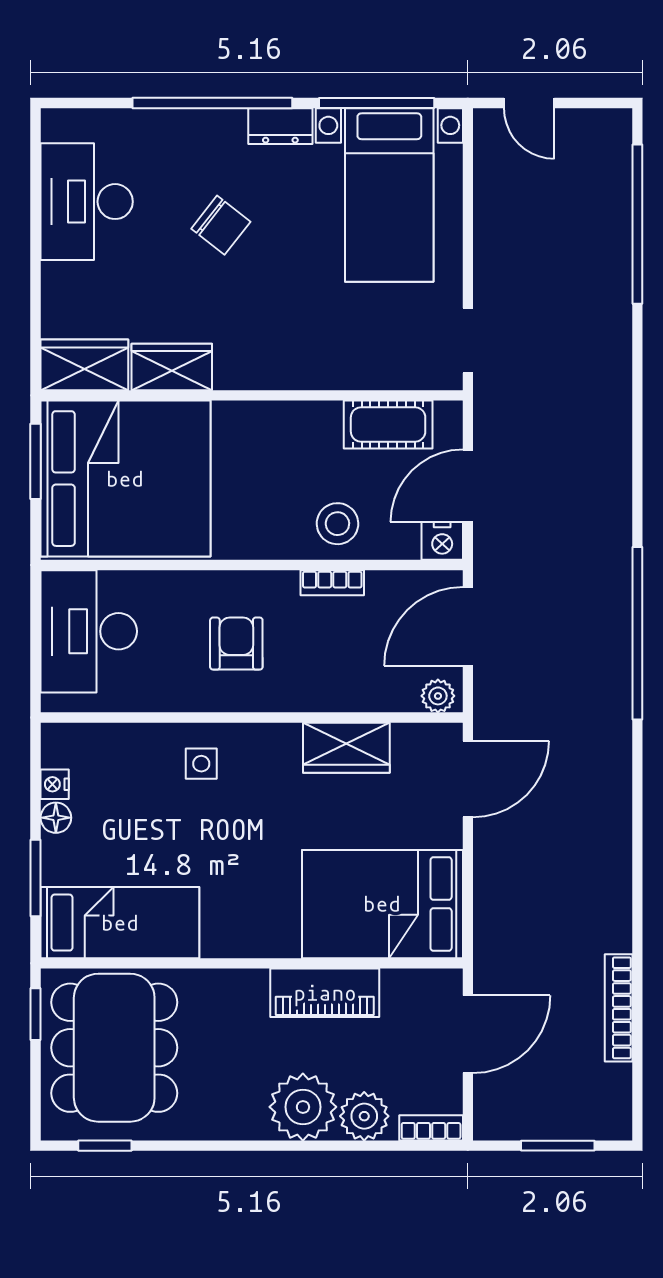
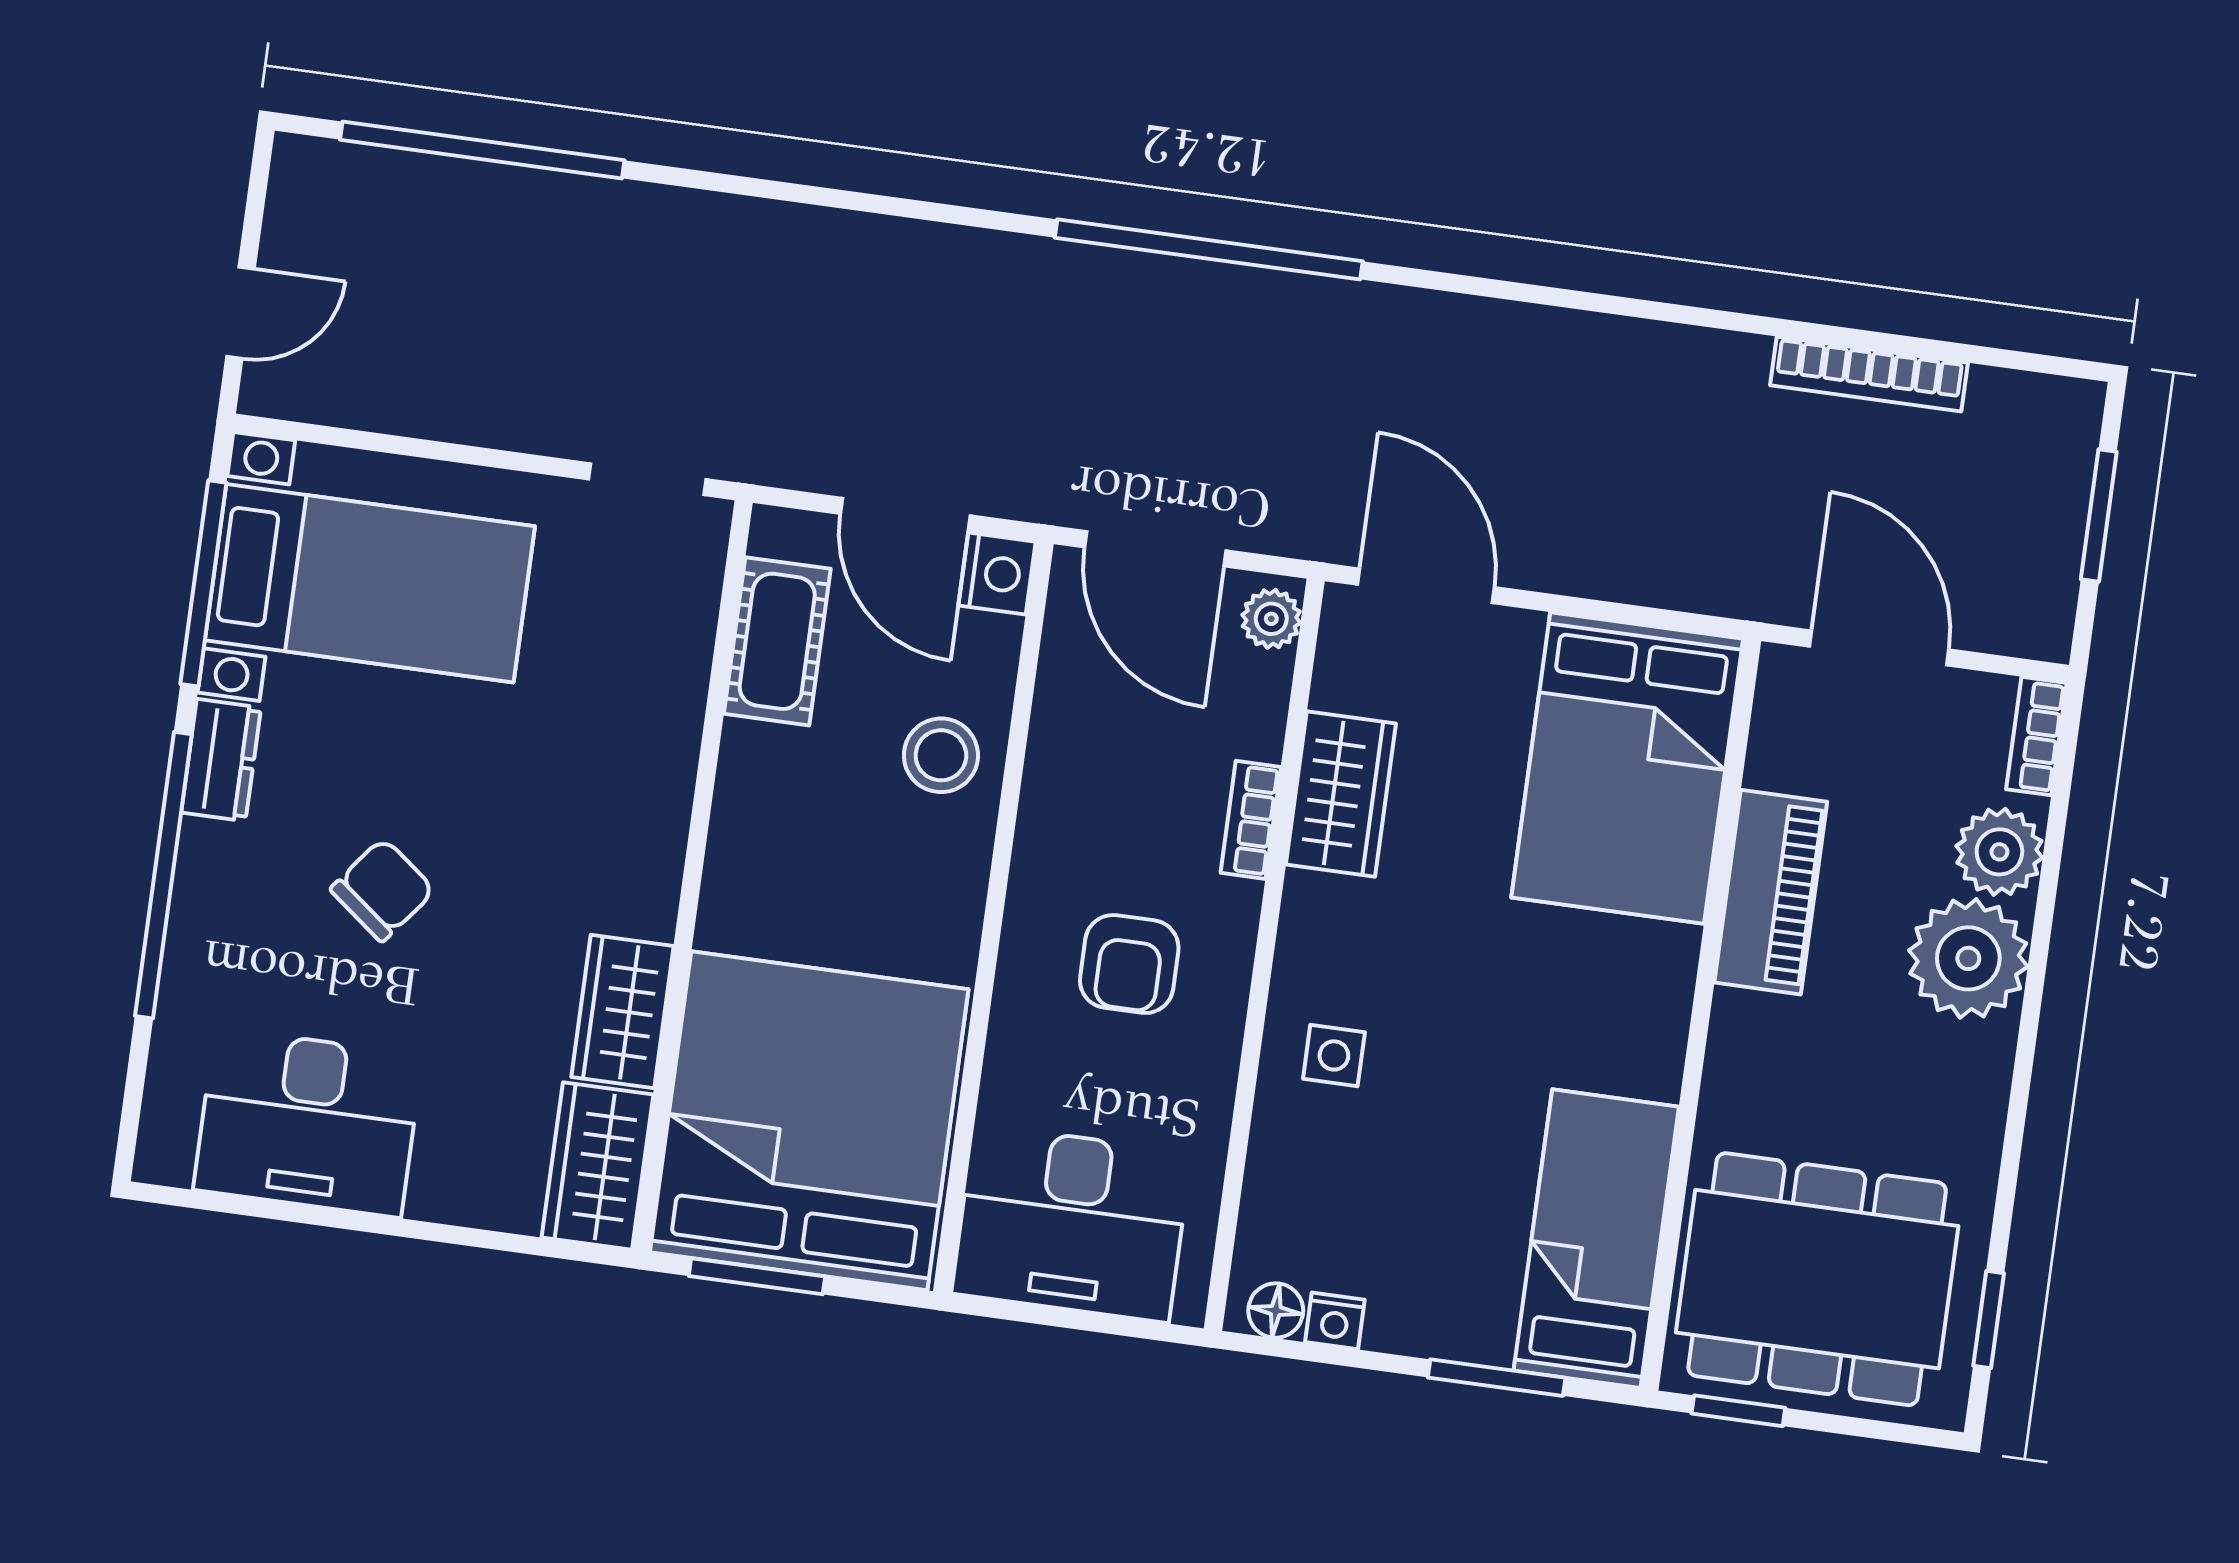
bookcase: (332, 583) -> (1251, 820), moved, turned 180
armchair: (236, 644) -> (1129, 964), turned -90
floor lamp: (56, 818) -> (1276, 1311), moved

